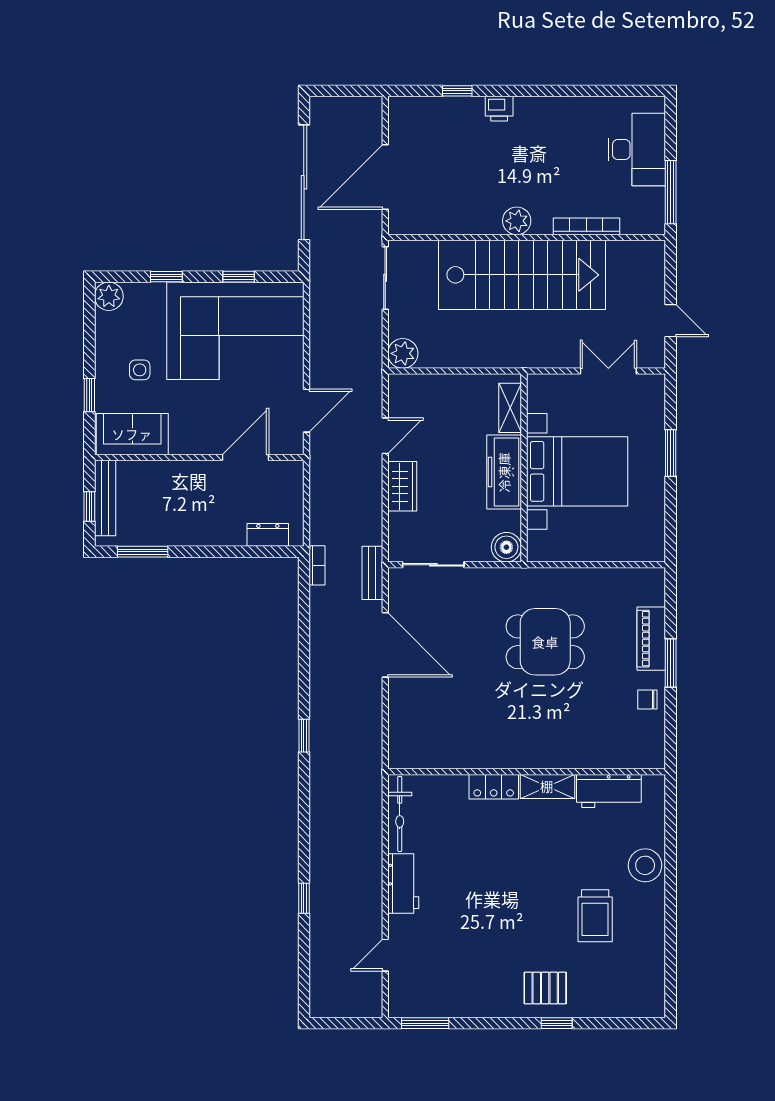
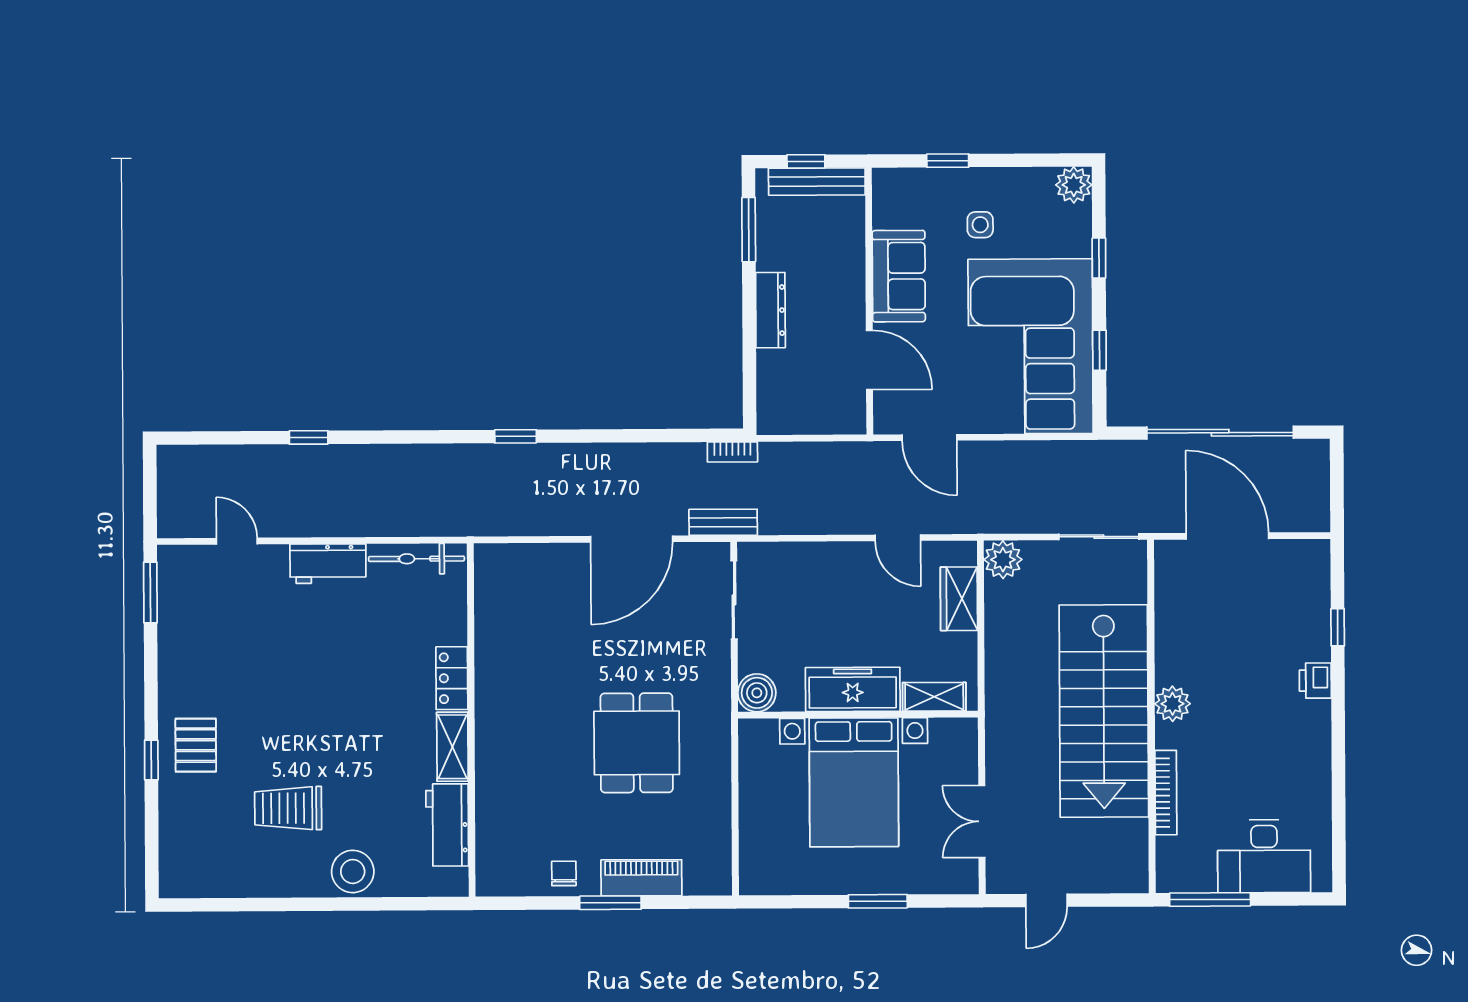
double door: (608, 371) -> (982, 821), swing flipped
sofa: (132, 434) -> (899, 276), moved
wardrobe: (402, 486) -> (959, 599), moved, turned 90
dresser: (268, 535) -> (770, 310), moved, width x1.44

